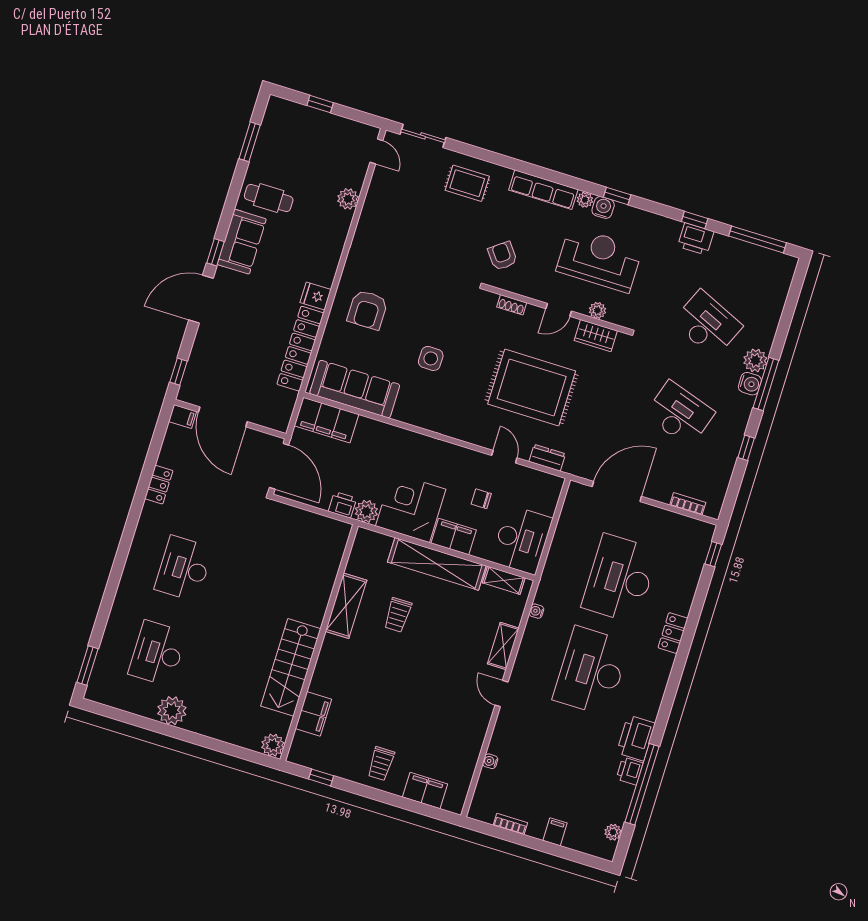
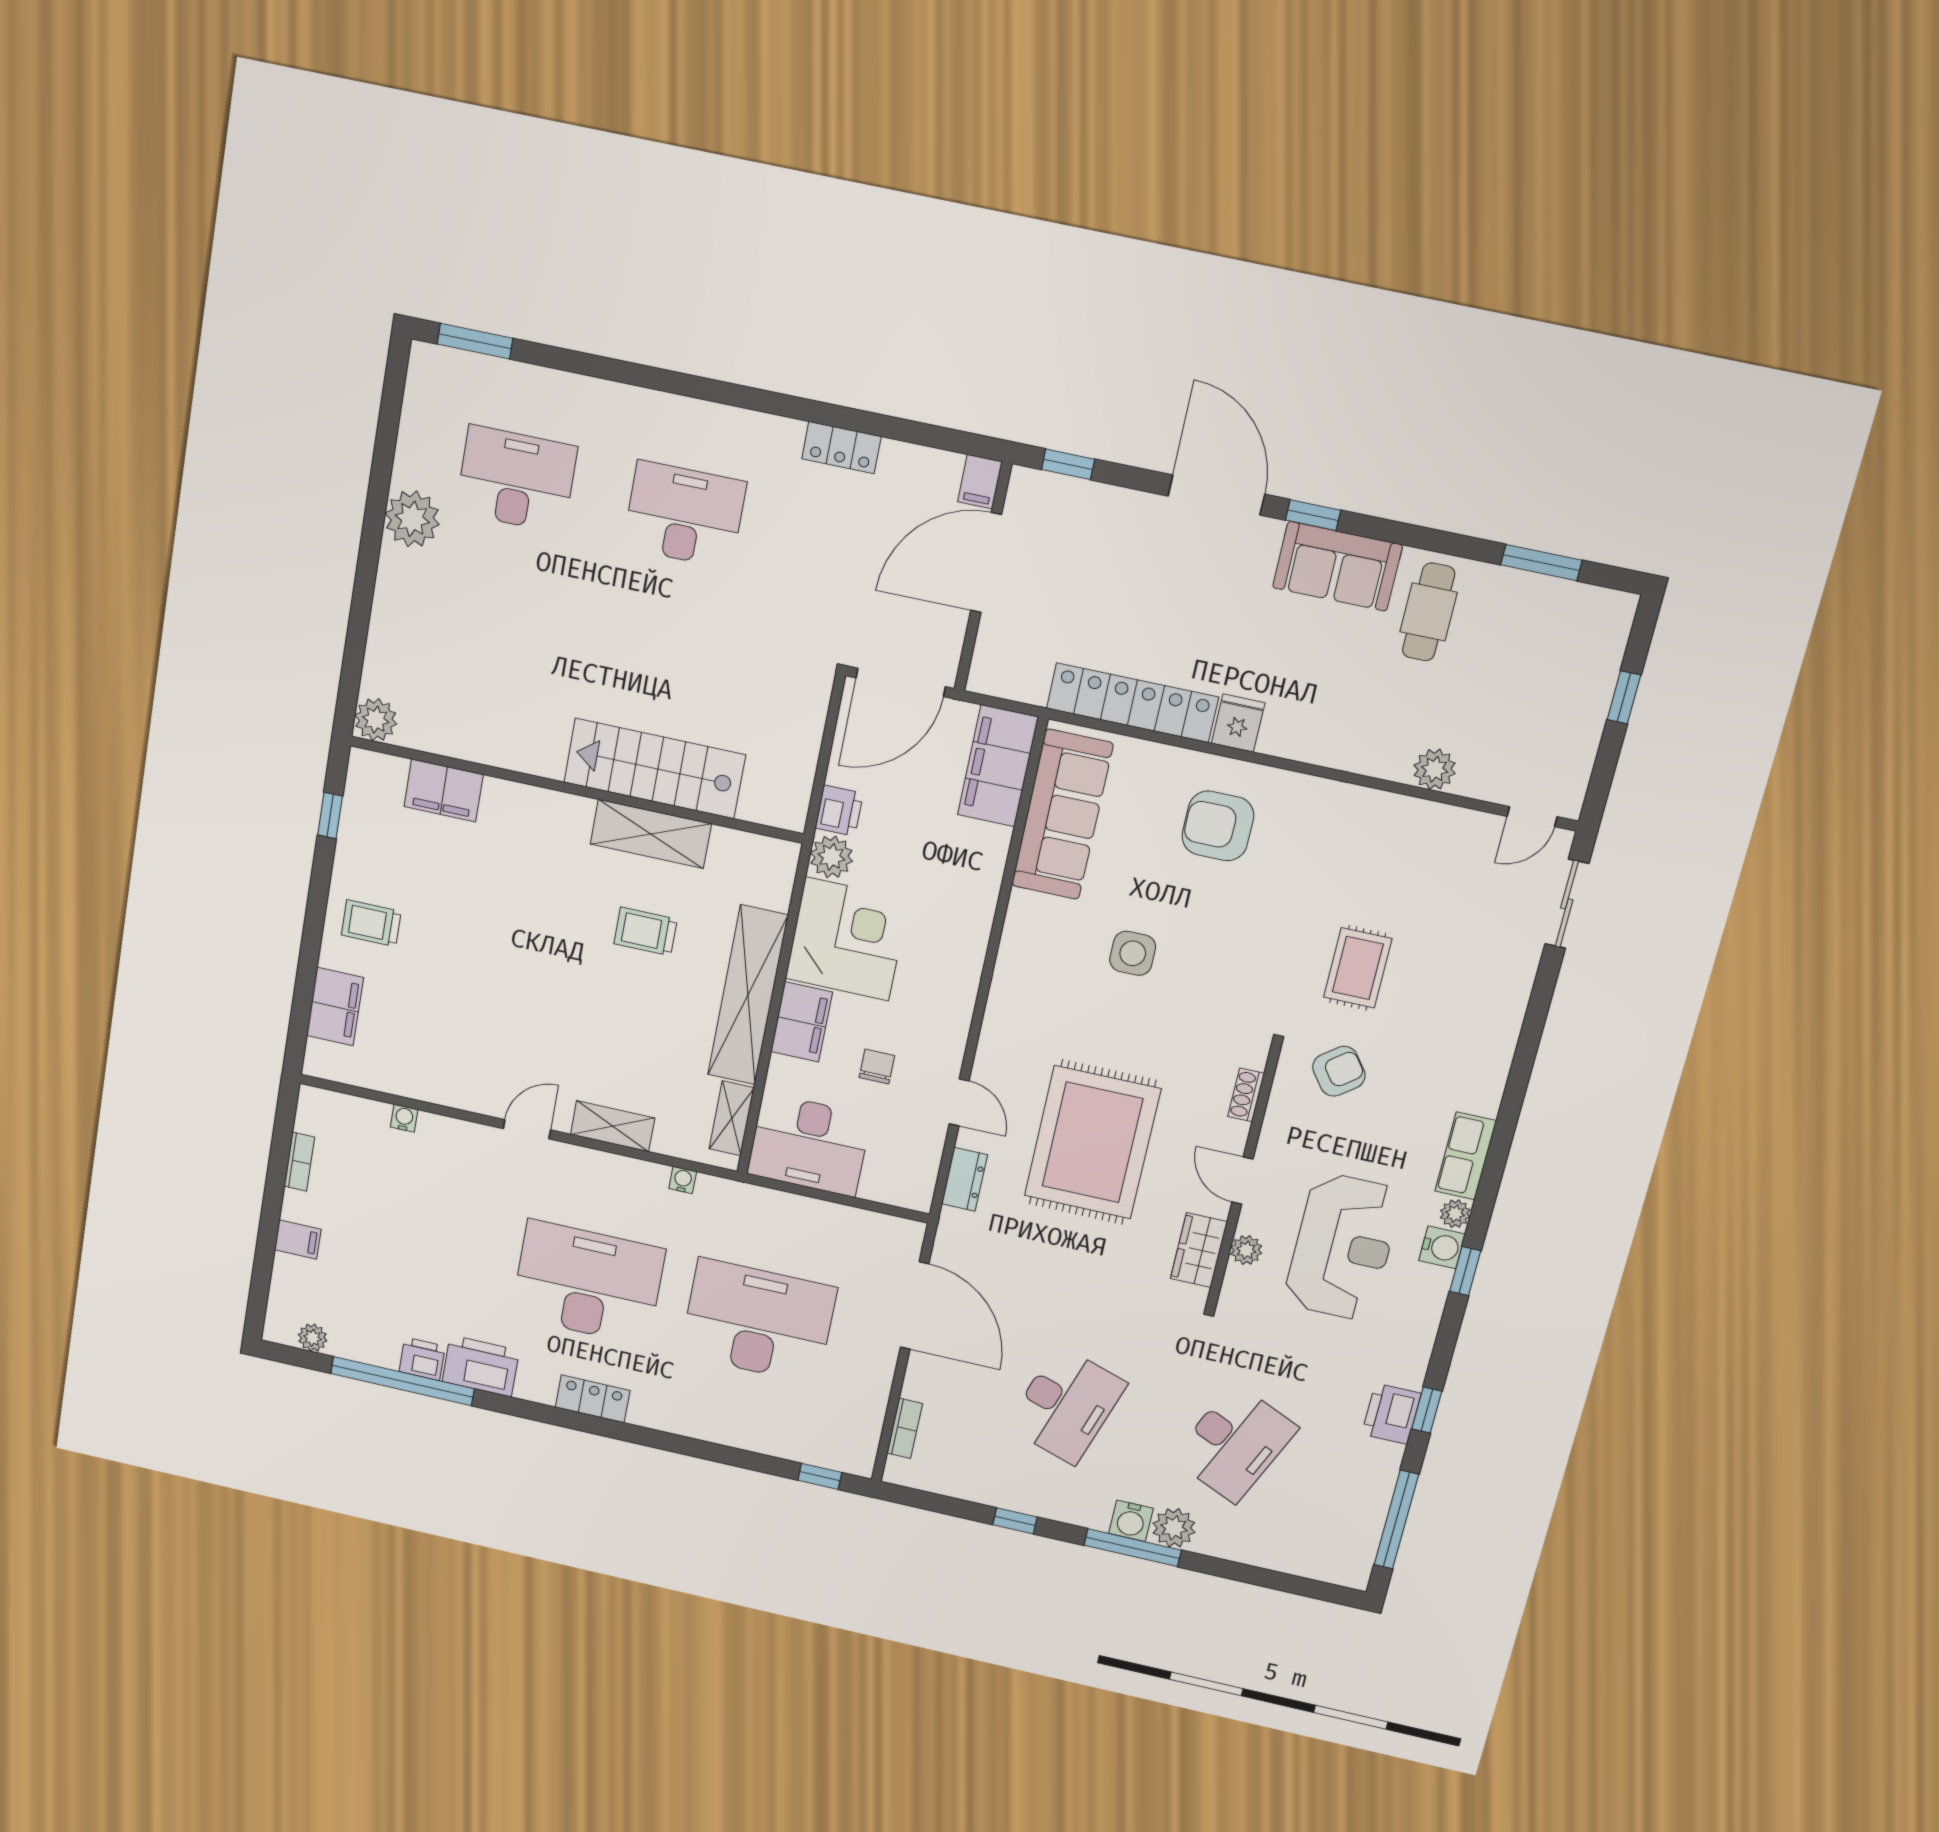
rug: (467, 183) -> (1358, 968), moved
row of seats: (543, 190) -> (1466, 1156), width x0.68
door: (504, 457) -> (959, 1102), hinge flipped
locker: (673, 633) -> (593, 1399), moved
stairs: (291, 667) -> (655, 768), moved

